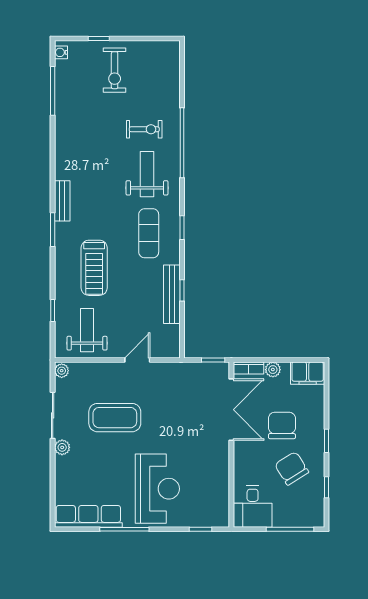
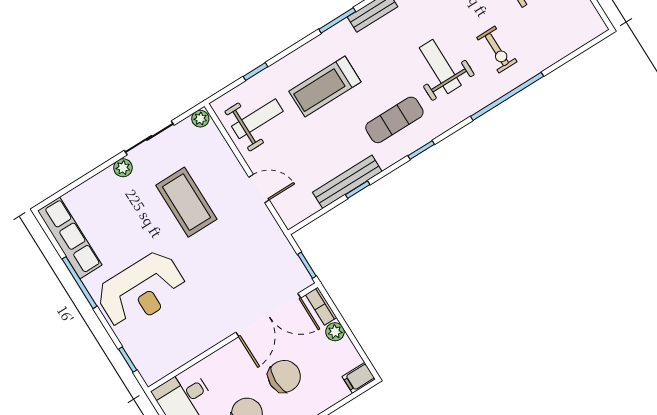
weight bench: (147, 174) -> (440, 67), moved, turned -90
filing cabinet: (308, 373) -> (359, 378), width x0.50

